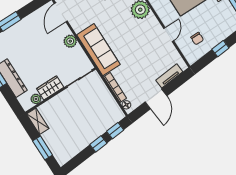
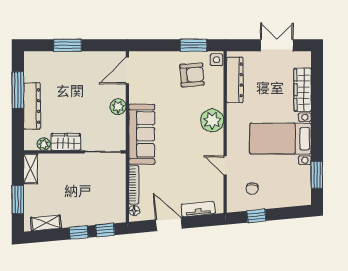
door: (169, 35) -> (225, 165), swing flipped
window: (220, 49) -> (256, 216), moved
door: (156, 99) -> (169, 224), swing flipped
shelving: (72, 152) -> (46, 223), added

